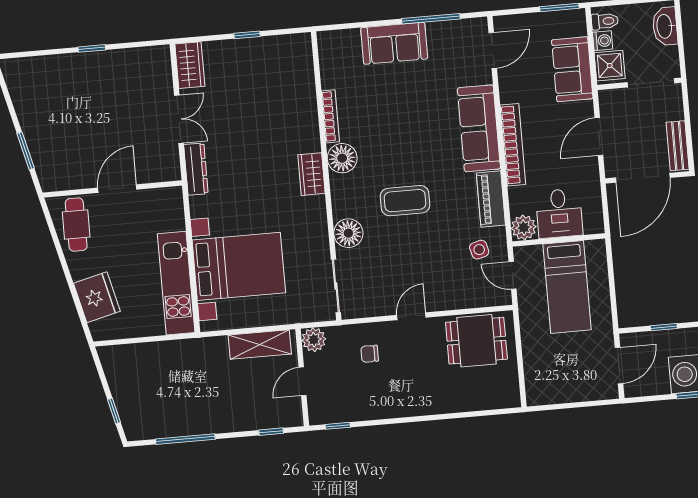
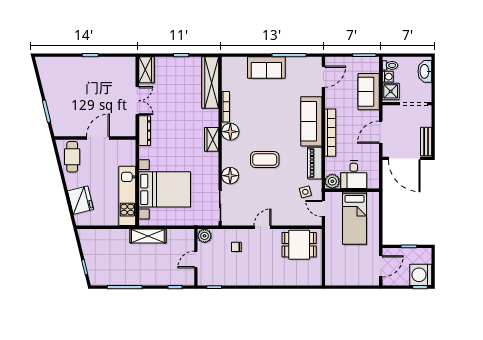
wardrobe: (301, 77) -> (210, 82), added
door: (643, 178) -> (404, 158), hinge flipped
shelving: (260, 345) -> (148, 236), moved

